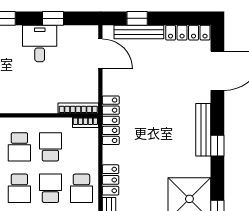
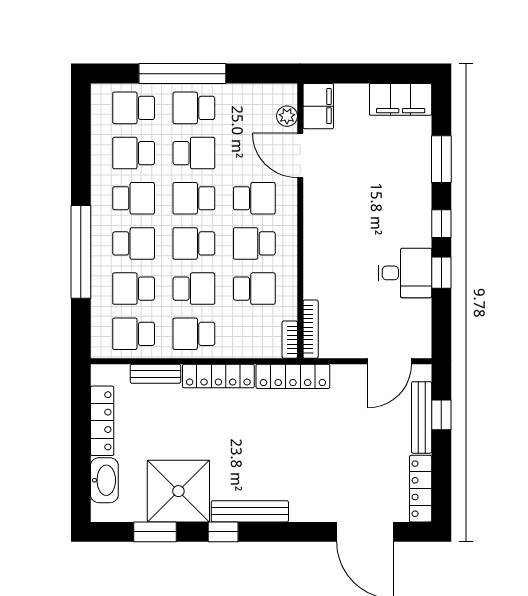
window: (53, 18) -> (441, 273), moved
bench: (203, 130) -> (250, 511), moved
window: (217, 146) -> (223, 532), moved
locker: (111, 180) -> (218, 376), width x1.53

